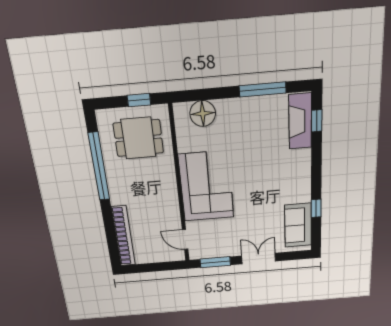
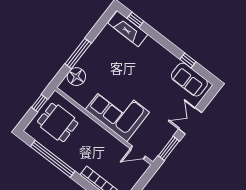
window: (263, 89) -> (78, 53), moved
dining table: (138, 138) -> (58, 122), turned 90

